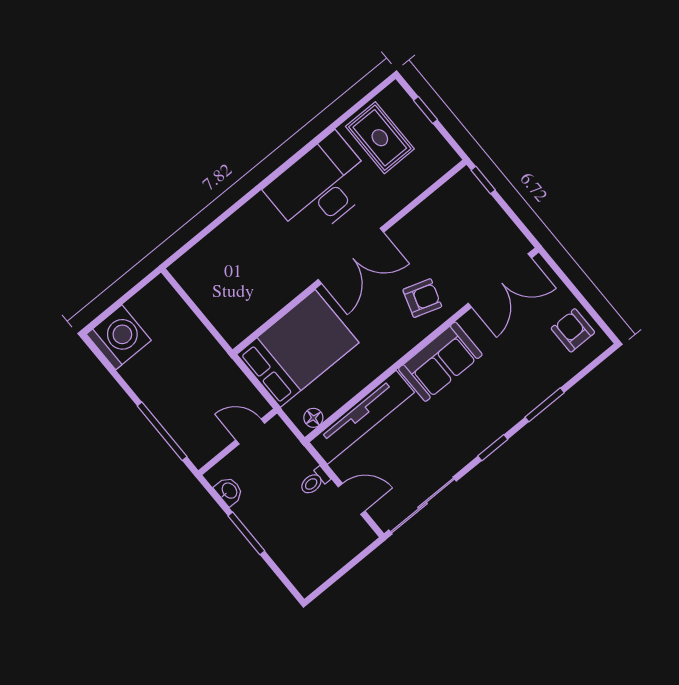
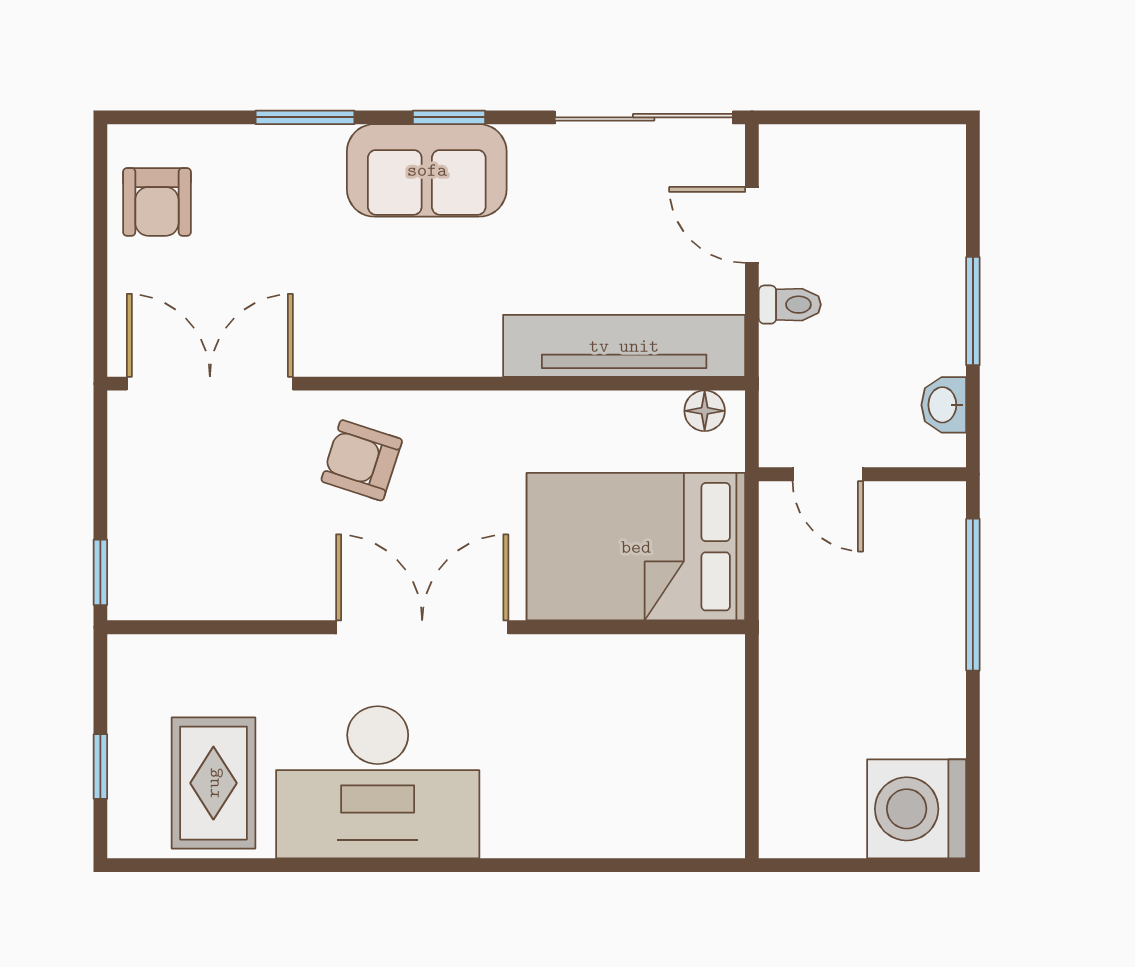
sofa: (440, 362) -> (427, 170), moved, turned 180

